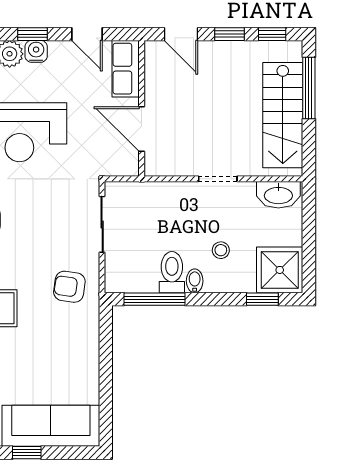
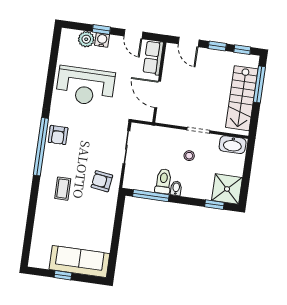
stool: (221, 250) -> (189, 156), moved

